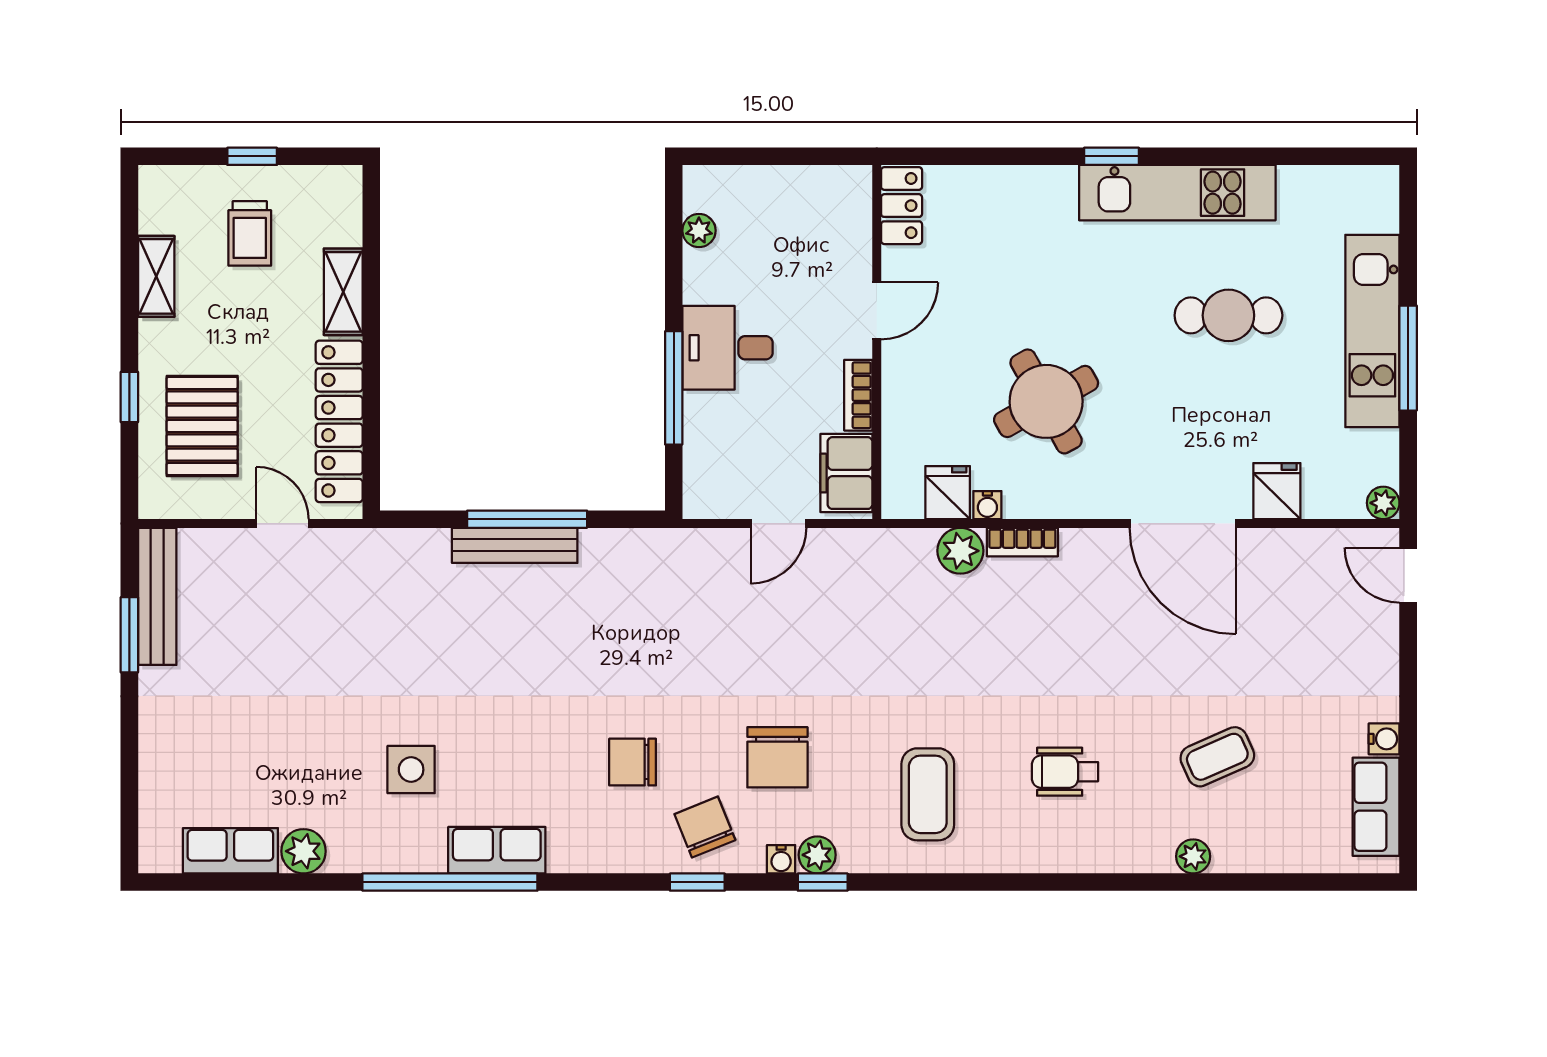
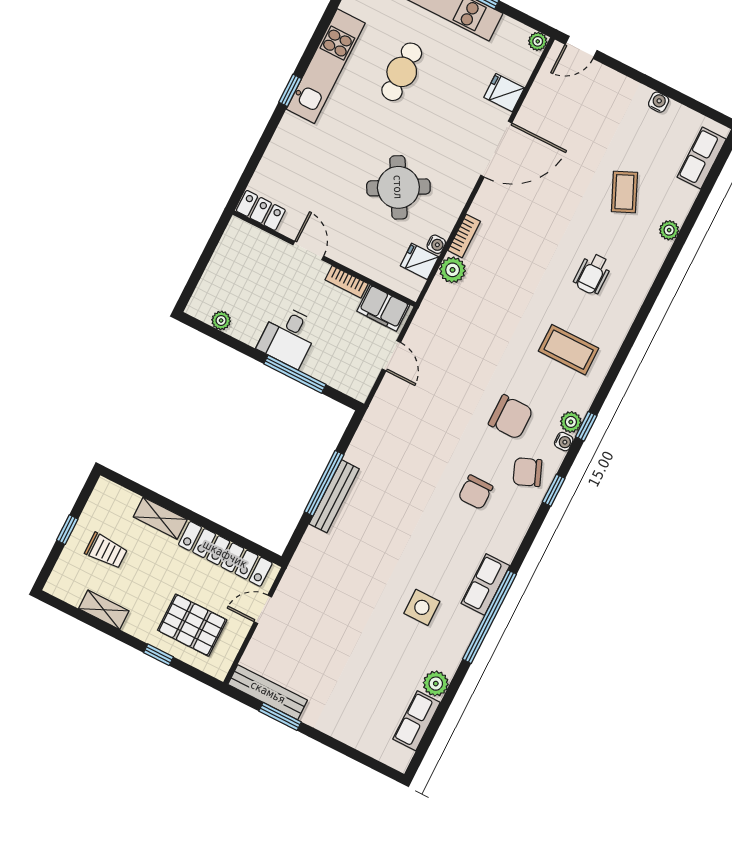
row of seats: (1376, 807) -> (702, 158), moved, turned 90

